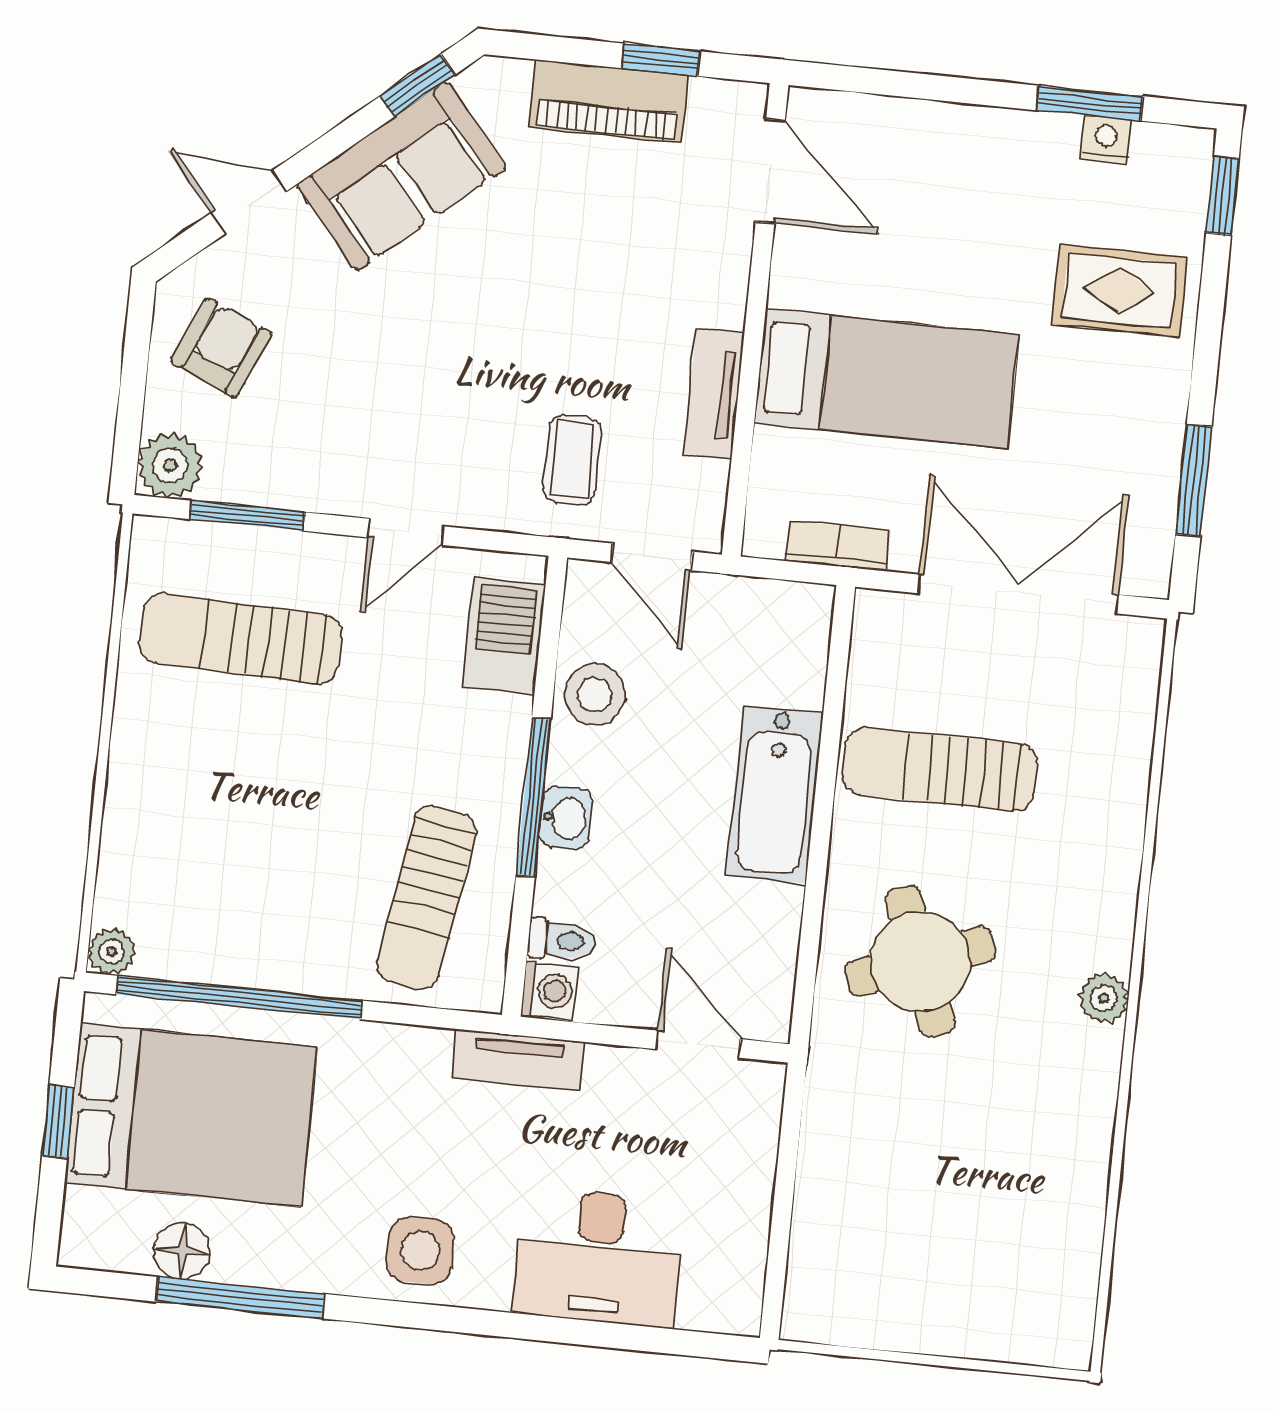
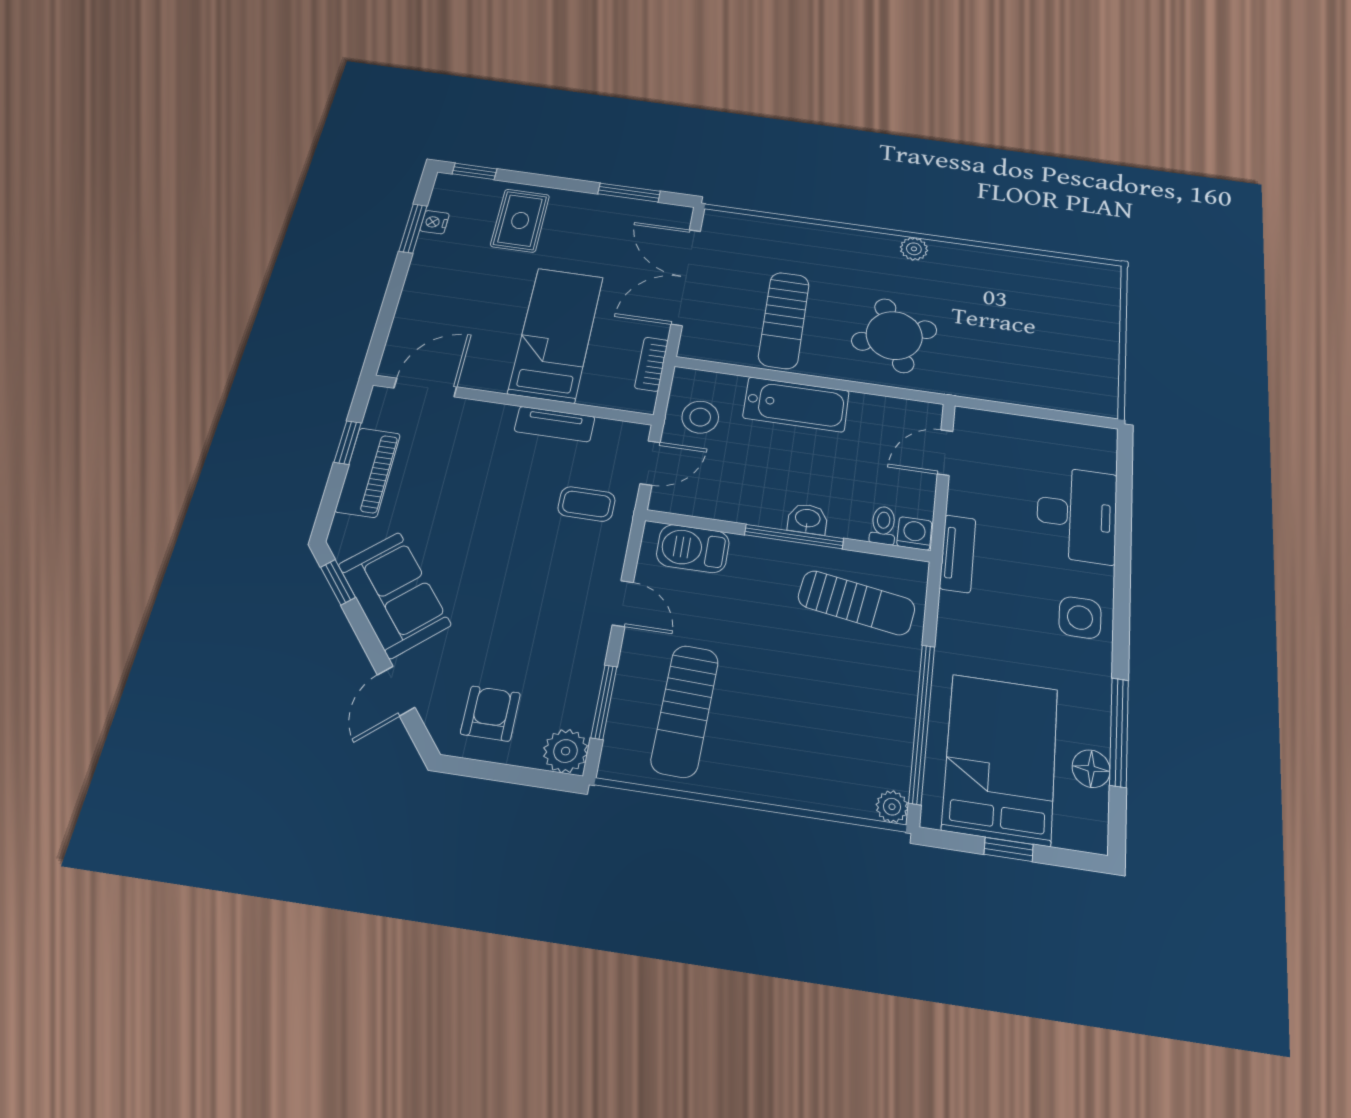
armchair: (221, 348) -> (490, 714), turned 66
stool: (595, 695) -> (700, 417), moved

